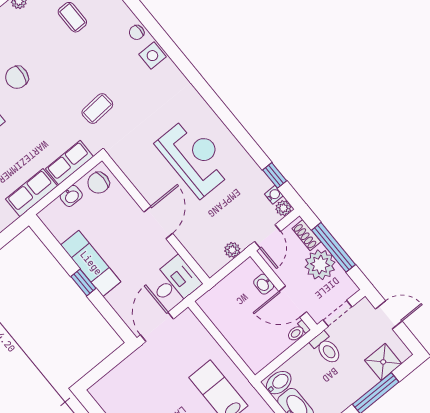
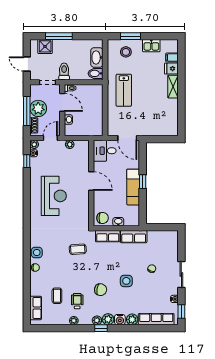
wheelchair: (37, 33) -> (77, 301), added
reception desk: (195, 157) -> (54, 196), turned 180
door: (158, 223) -> (91, 181), swing flipped
door: (157, 327) -> (127, 138), hinge flipped

